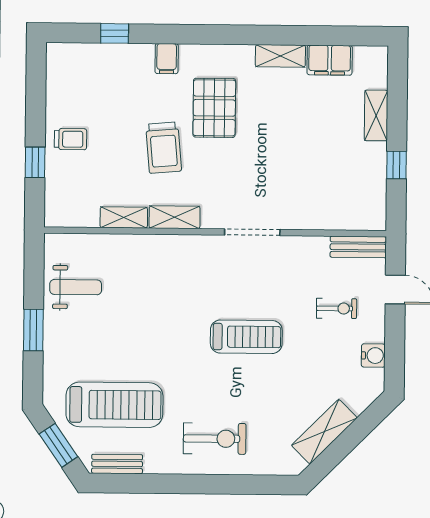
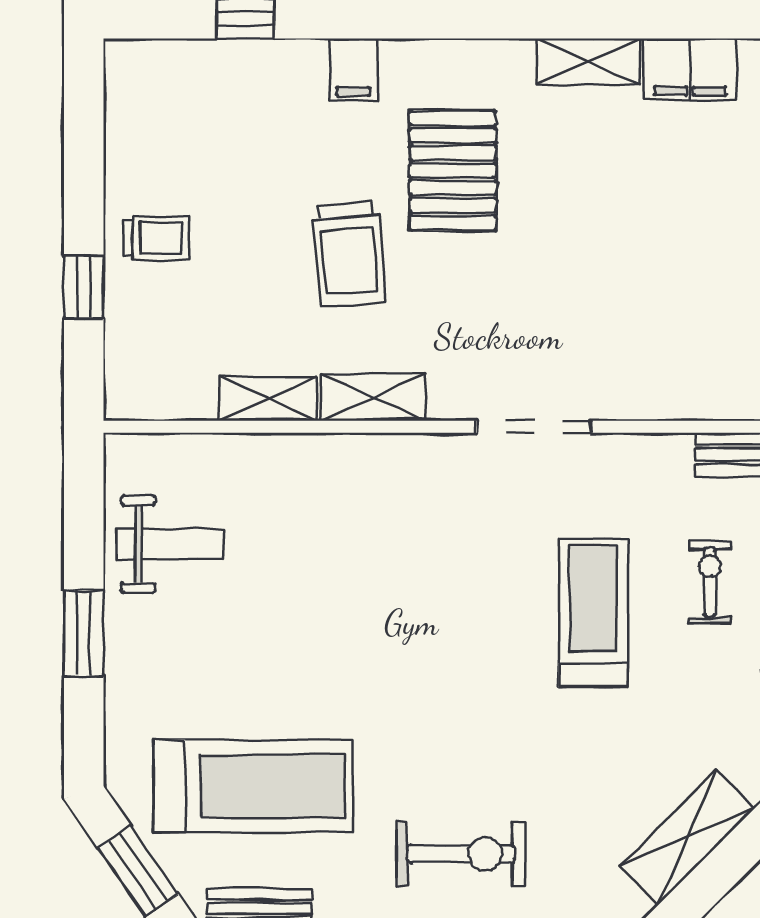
exercise bike: (337, 308) -> (710, 582), turned -90
treadmill: (246, 337) -> (593, 613), moved, turned -90

